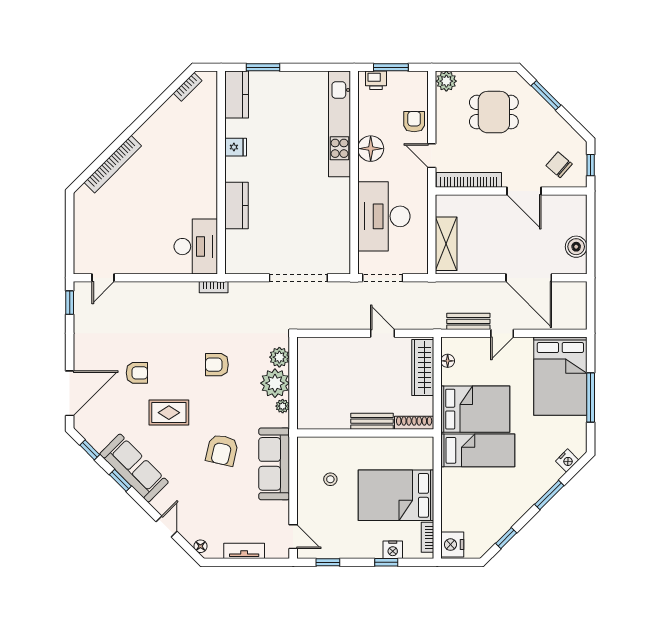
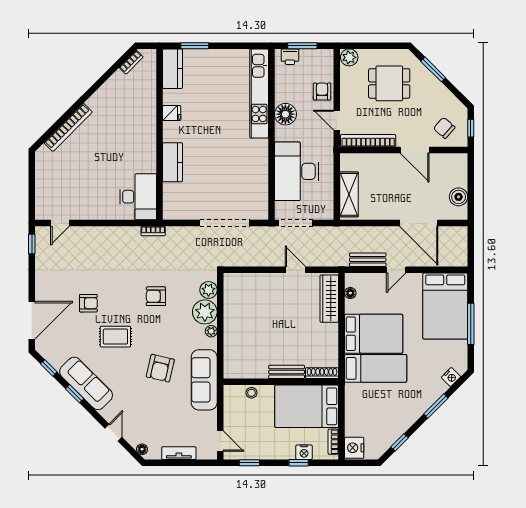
bench: (372, 421) -> (287, 372), moved
shoe rack: (414, 423) -> (322, 373), moved
wall: (365, 433) -> (281, 382), moved

